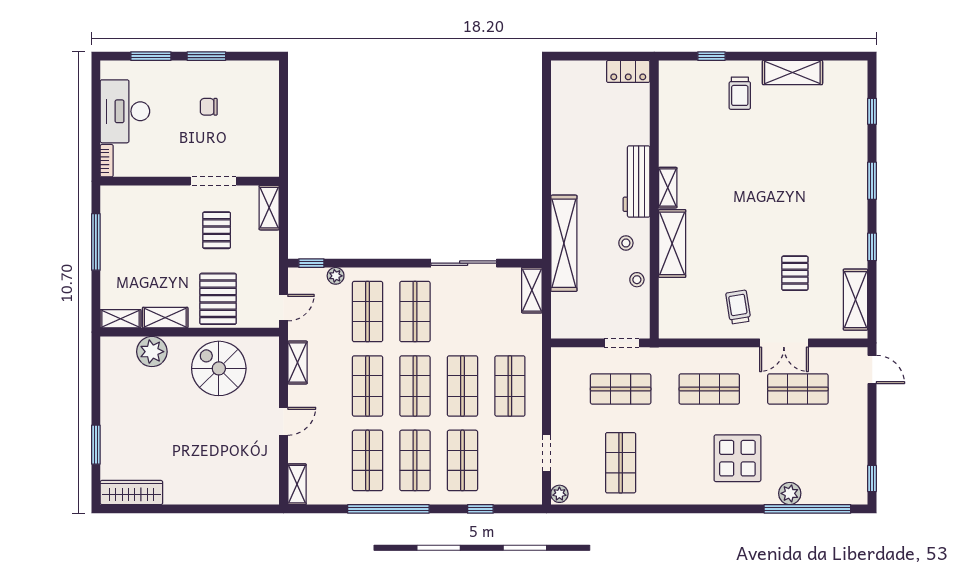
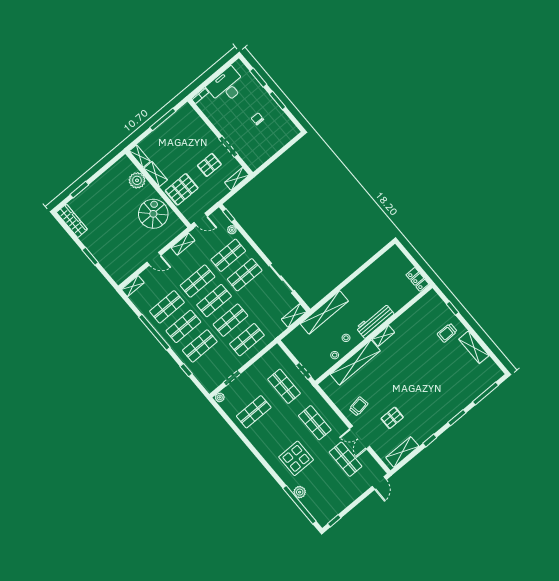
window: (872, 111) -> (485, 394), width x2.17
shelving: (672, 243) -> (355, 363), width x1.47
window: (204, 509) -> (90, 256), added

